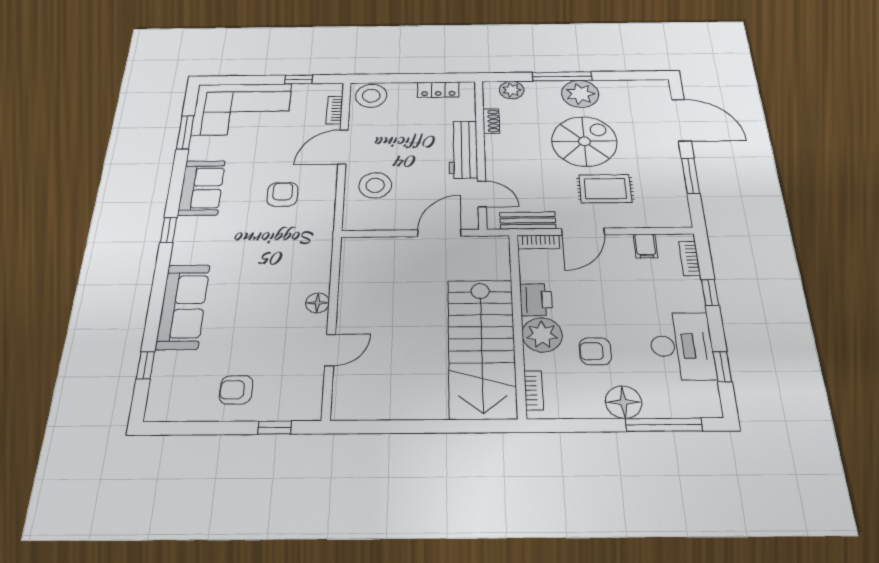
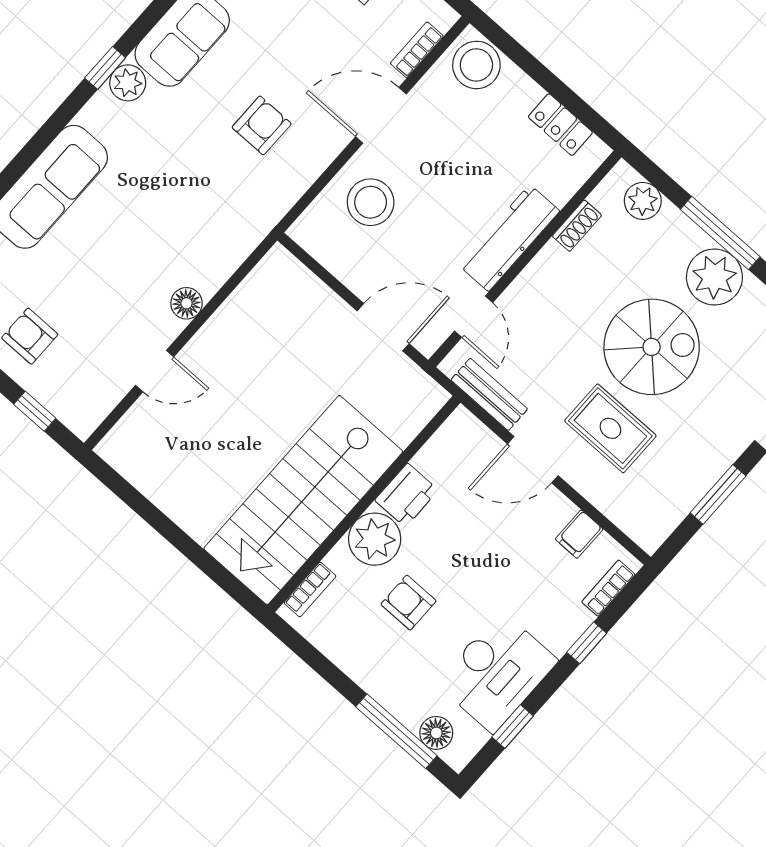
plant: (188, 228) -> (128, 83), added
bookcase: (538, 242) -> (474, 430), removed
floor lamp: (624, 402) -> (436, 733), moved, width x0.73, depth x0.73

